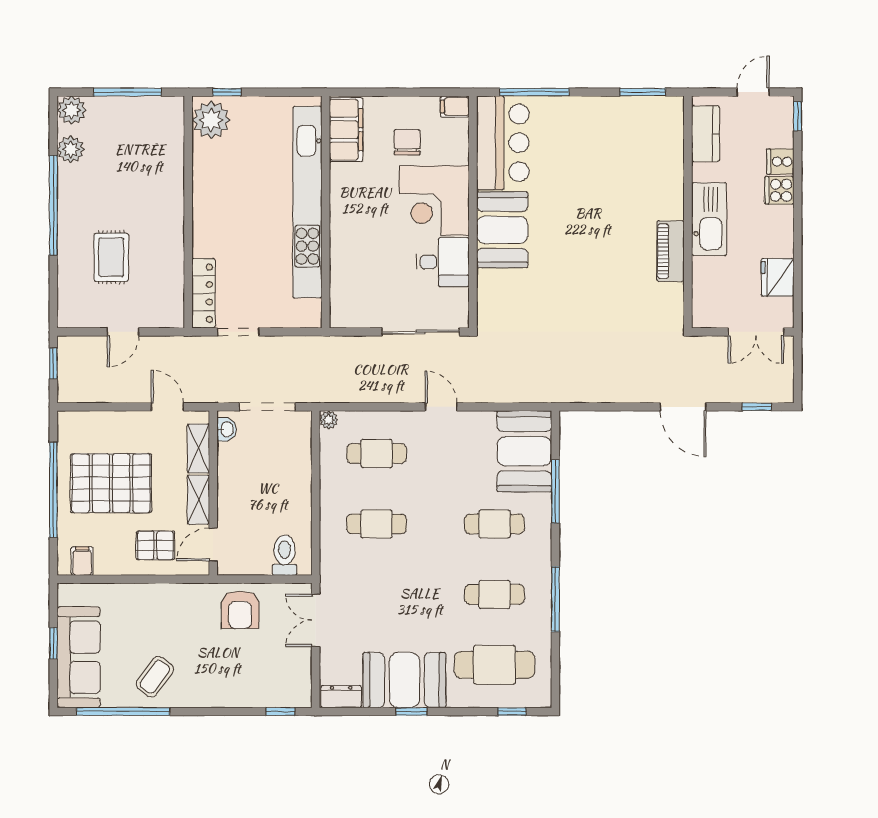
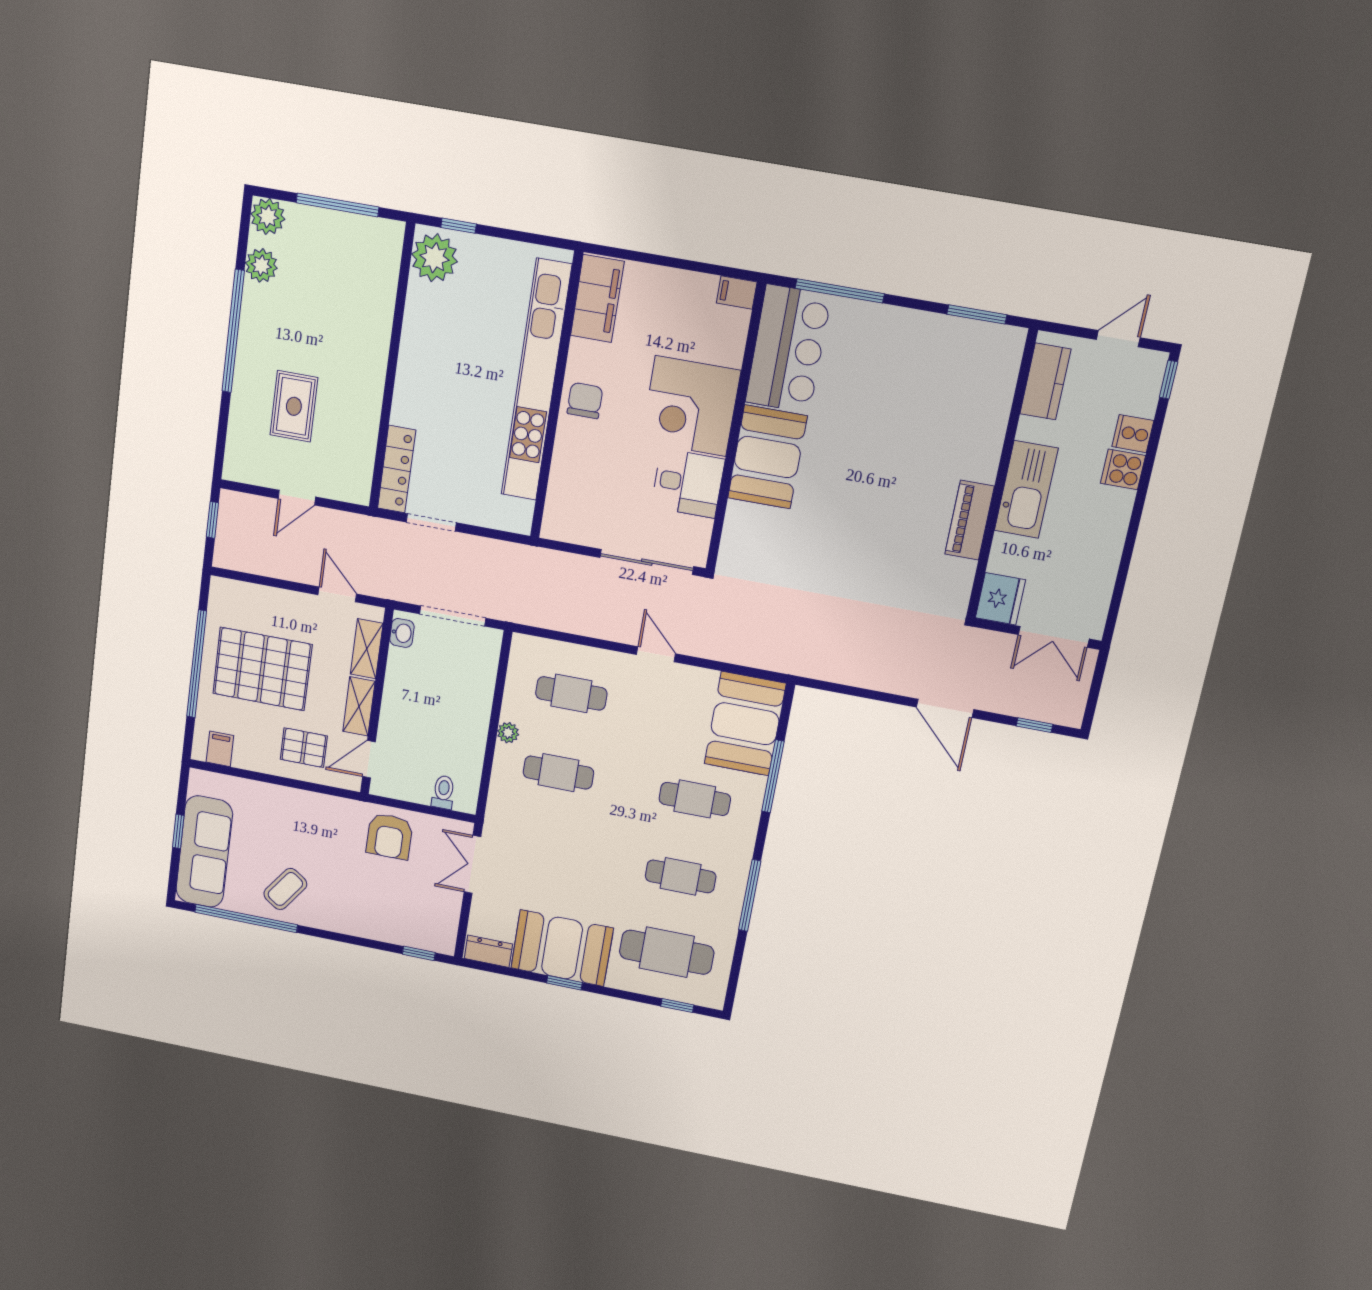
chair: (407, 142) -> (585, 401), moved
fridge: (778, 277) -> (1000, 599), moved, turned 180
plant: (329, 420) -> (508, 733), moved
toilet: (285, 555) -> (443, 792), width x0.73, depth x0.72

